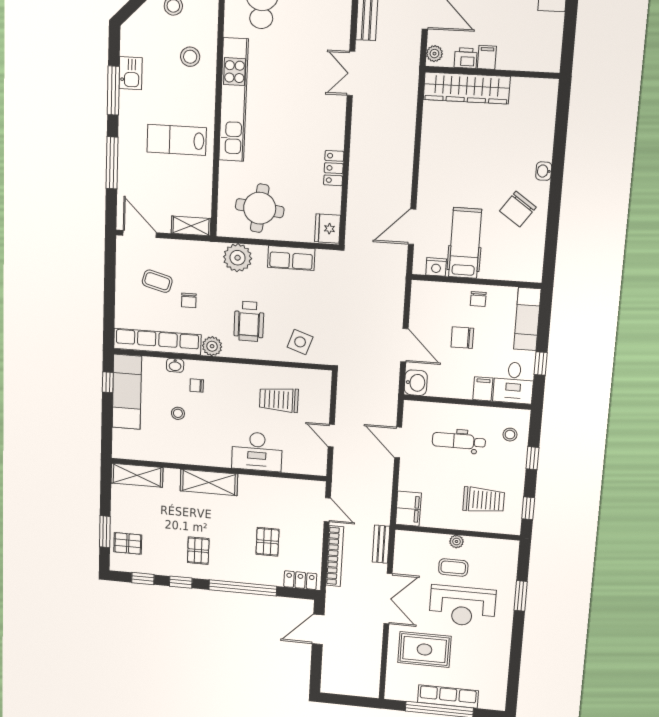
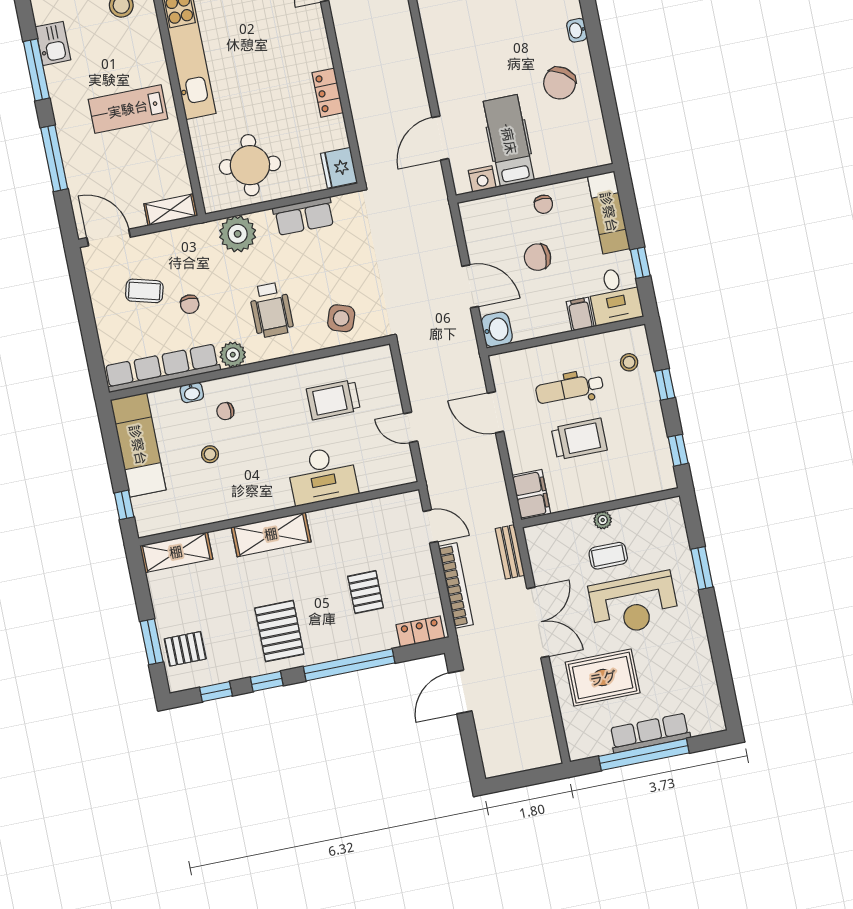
window: (108, 382) -> (124, 505), moved
trolley: (484, 500) -> (579, 439), moved
pallet: (198, 551) -> (279, 631), width x1.50, depth x1.42

